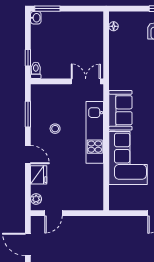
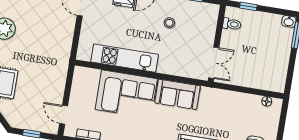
toilet: (36, 70) -> (232, 24), moved
kitchen unit: (95, 132) -> (125, 58), moved

